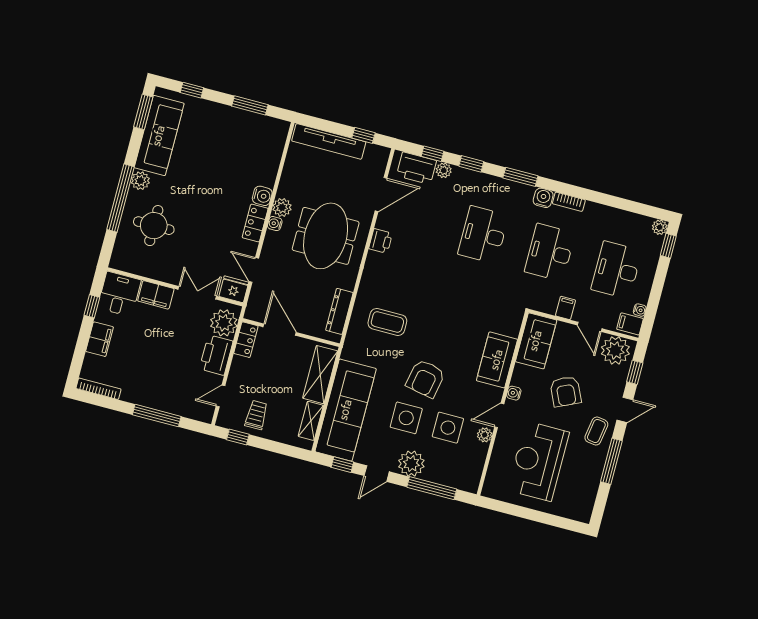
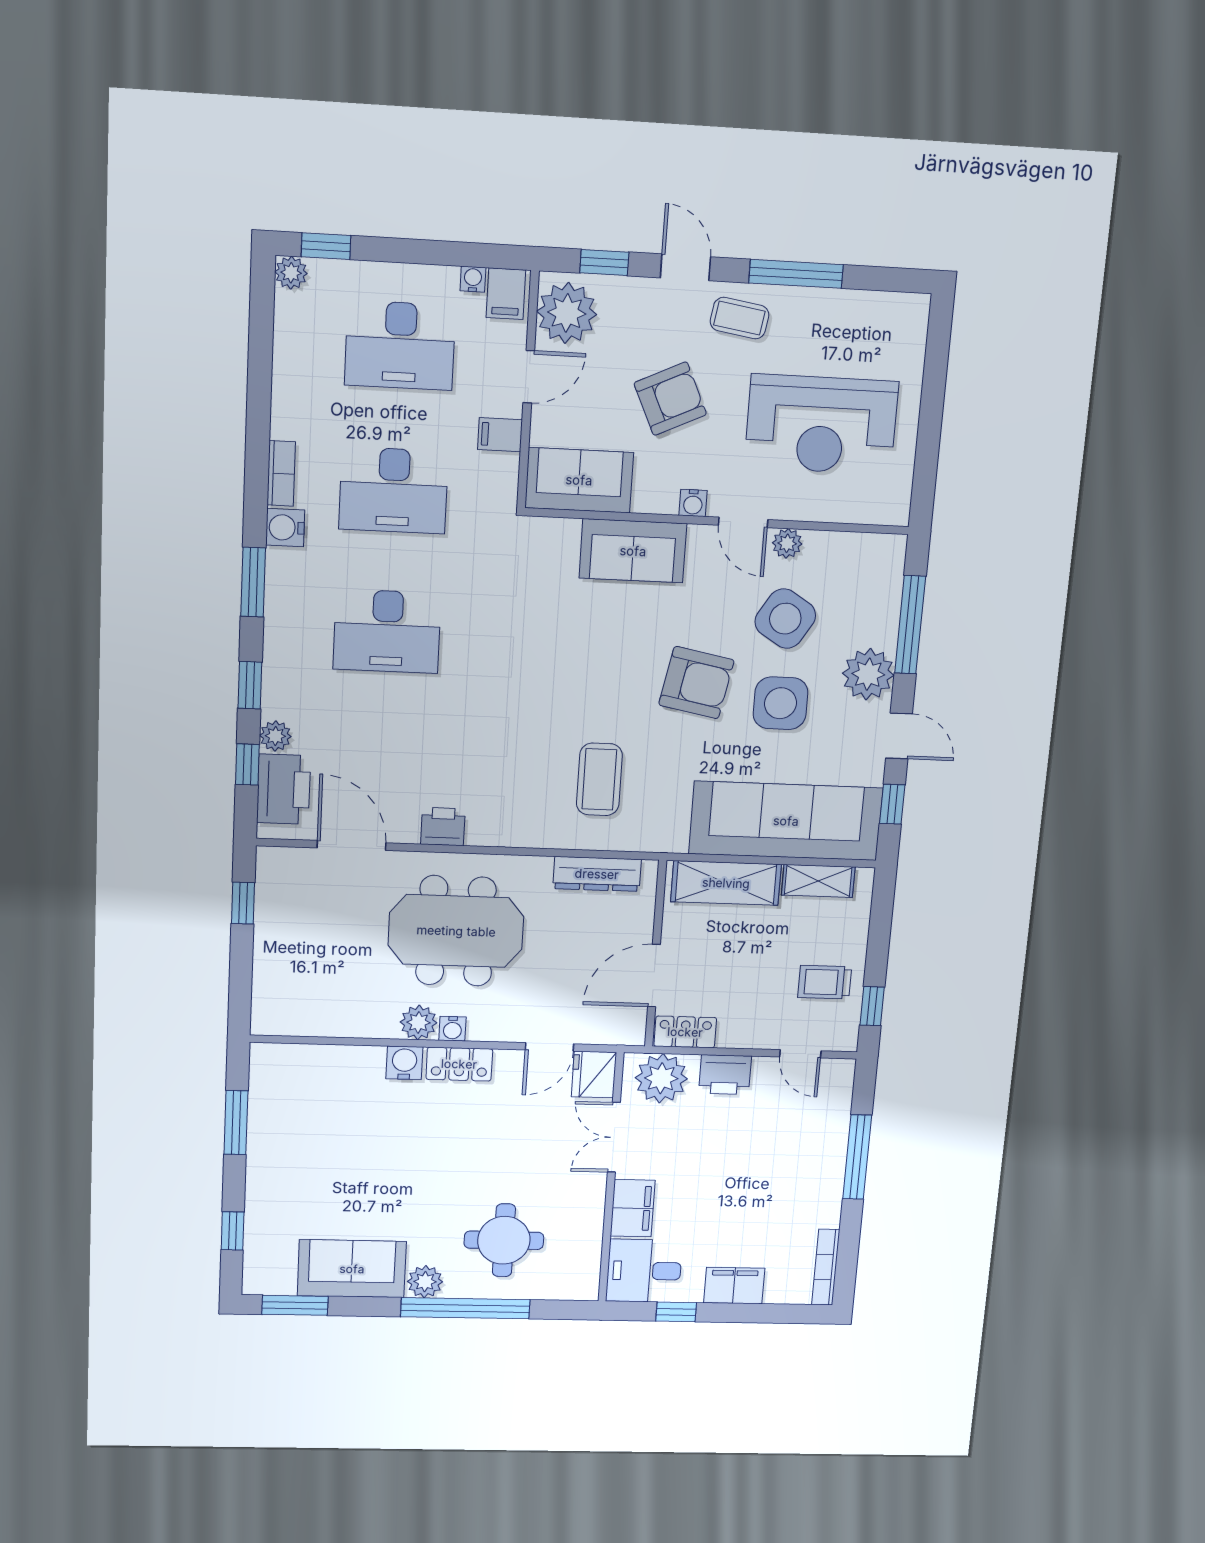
sofa: (159, 136) -> (352, 1269), width x0.73
tv unit: (329, 141) -> (270, 965), removed
printer: (216, 355) -> (725, 1075), width x0.73, depth x0.84
side table: (448, 428) -> (785, 619), turned 32

